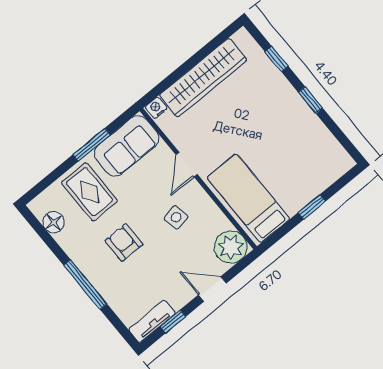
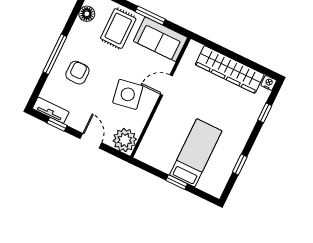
window: (310, 100) -> (240, 164), moved
nightstand: (156, 108) -> (269, 83), moved
bed: (248, 198) -> (196, 153), moved
side table: (176, 217) -> (128, 94), width x1.87, depth x1.87
armchair: (124, 243) -> (77, 73), moved

